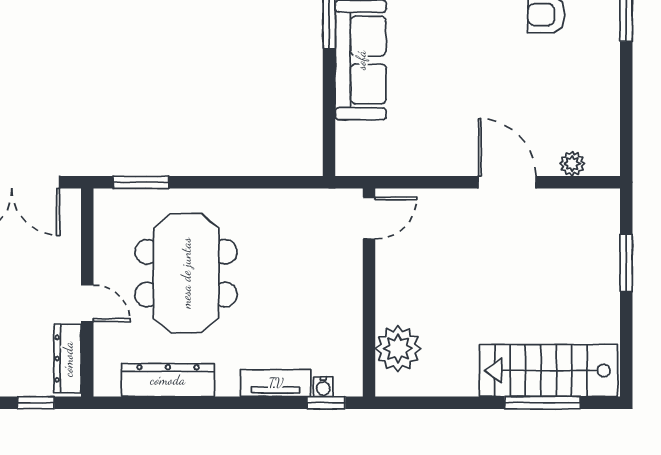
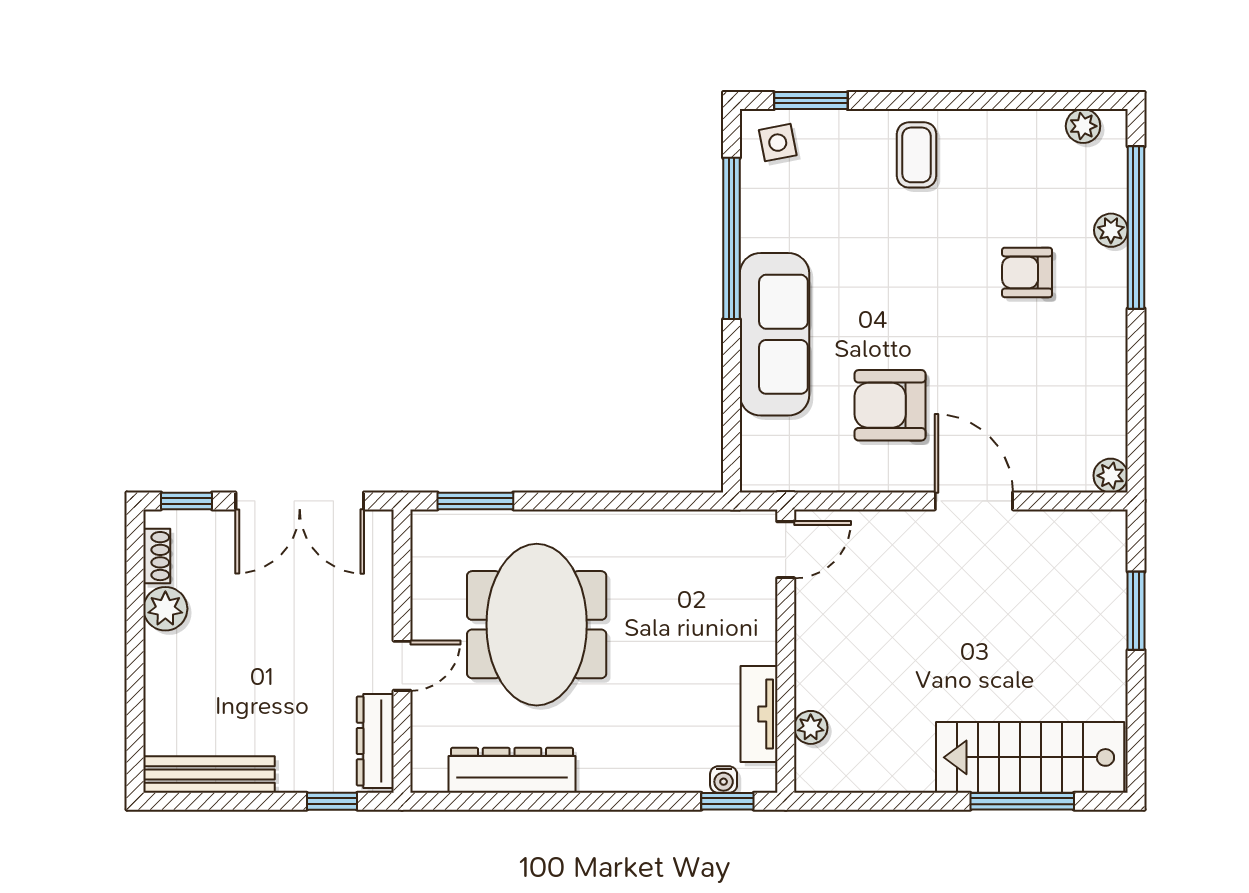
armchair: (446, 112) -> (890, 405), added
plant: (572, 164) -> (1111, 476), moved
door: (87, 303) -> (402, 666), hinge flipped
plant: (398, 349) -> (811, 727), width x0.53, depth x0.53
tv unit: (276, 383) -> (759, 714), moved, turned -90

